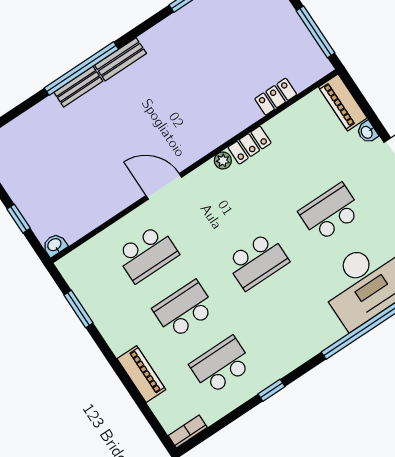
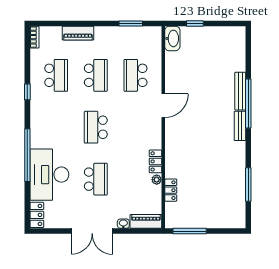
bench: (78, 87) -> (240, 91), width x1.36
plant: (223, 161) -> (157, 180), moved
washbasin: (55, 245) -> (172, 38), width x1.91, depth x1.45

